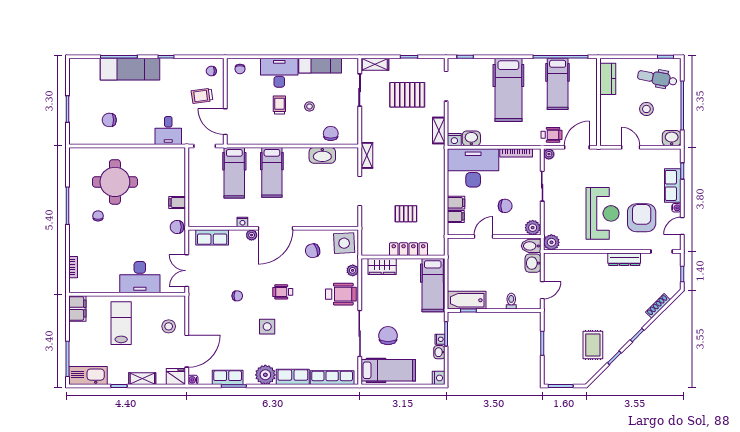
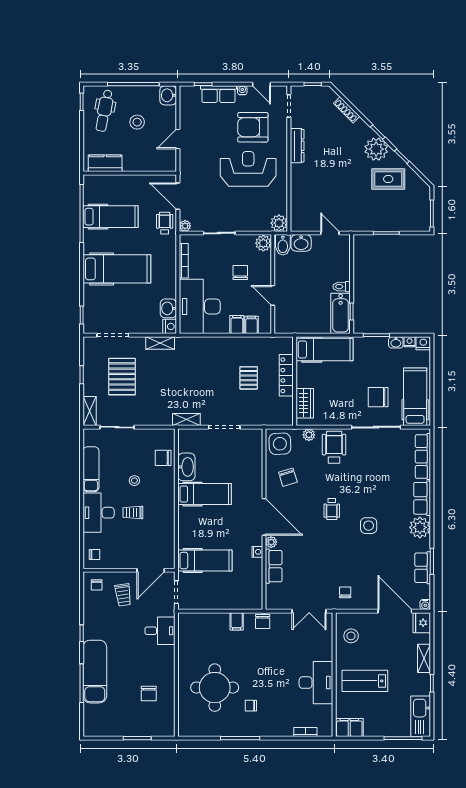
hospital bed: (272, 172) -> (205, 494), moved
row of seats: (212, 237) -> (274, 566), moved
desk: (140, 277) -> (316, 683), moved
chair: (237, 296) -> (345, 592), moved
toilet: (511, 301) -> (342, 287), moved
stool: (169, 326) -> (351, 636), moved
plant: (621, 334) -> (376, 149), added
nightstand: (440, 339) -> (410, 342), moved

